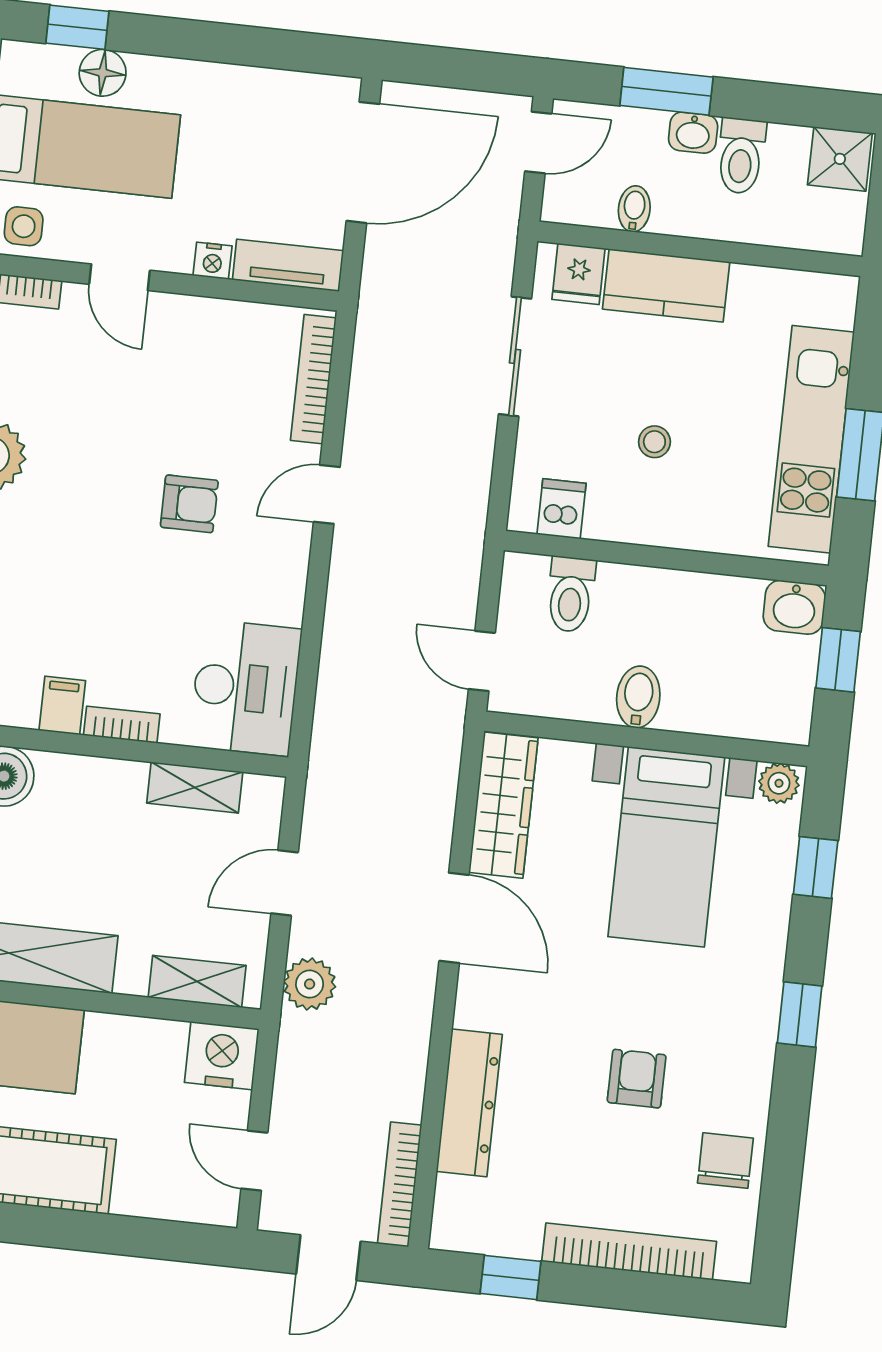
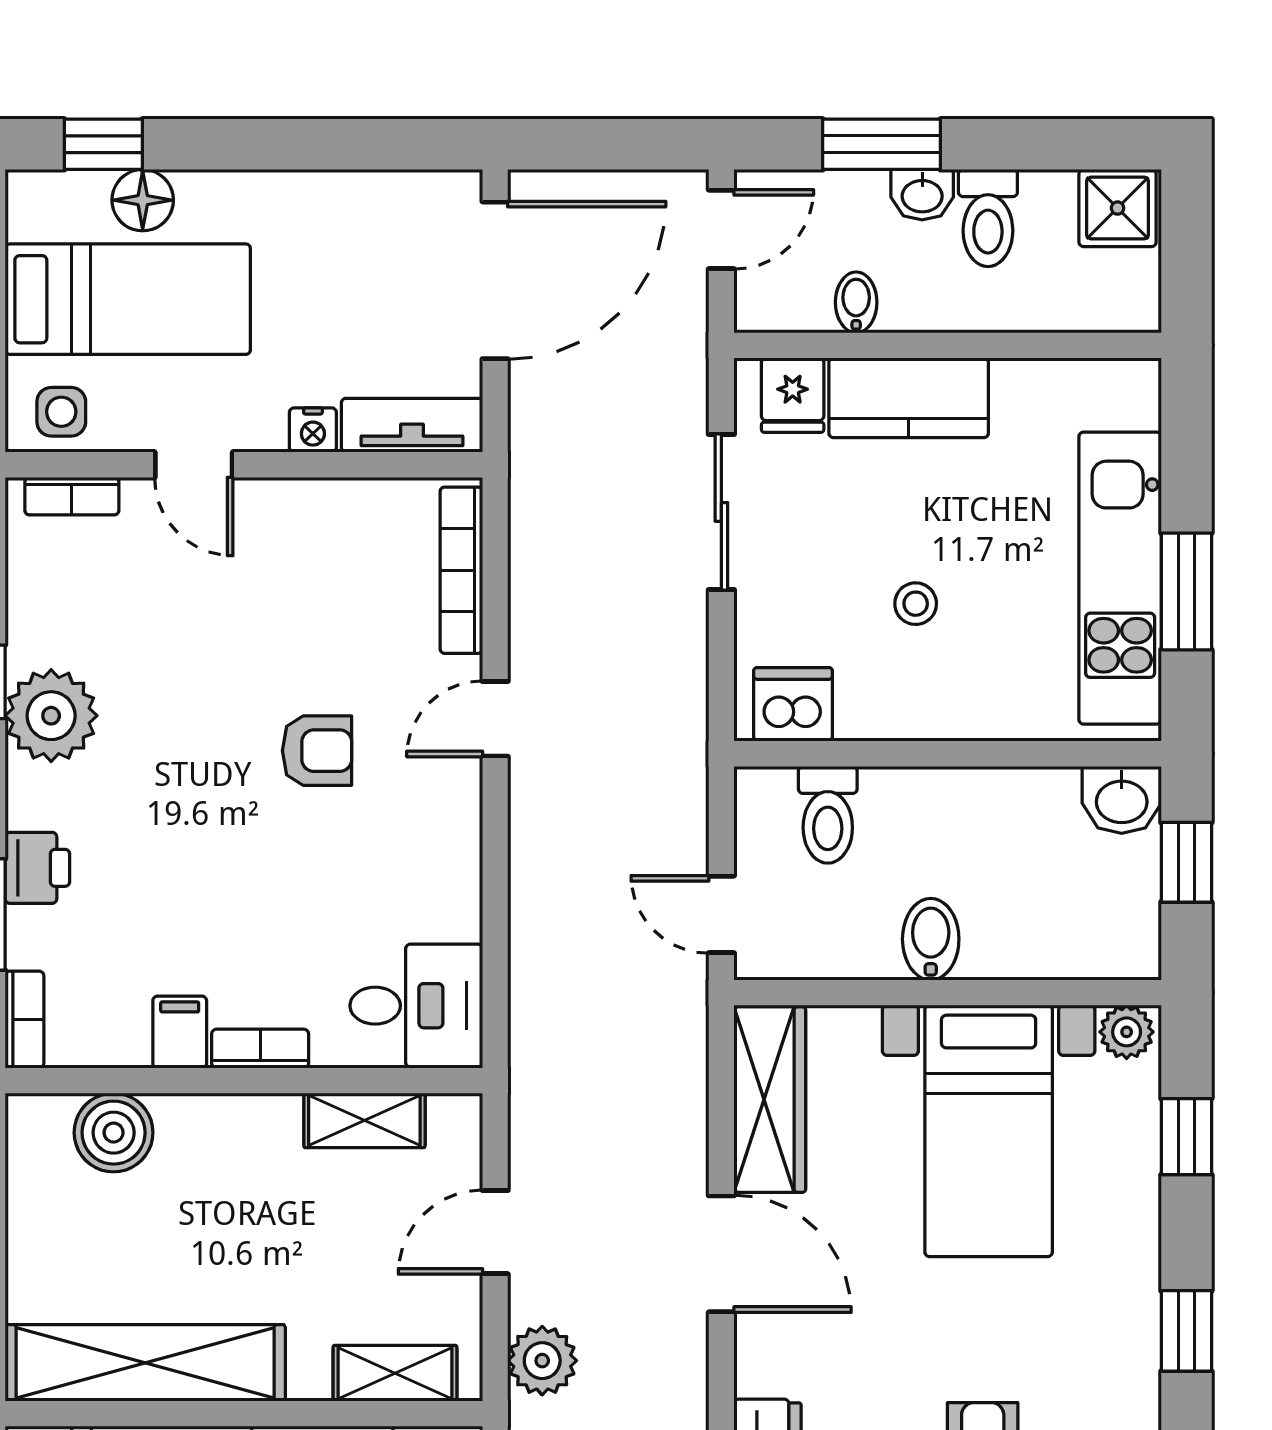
dishwasher: (562, 509) -> (793, 704), width x1.38
desk: (245, 688) -> (416, 1006), width x0.73

